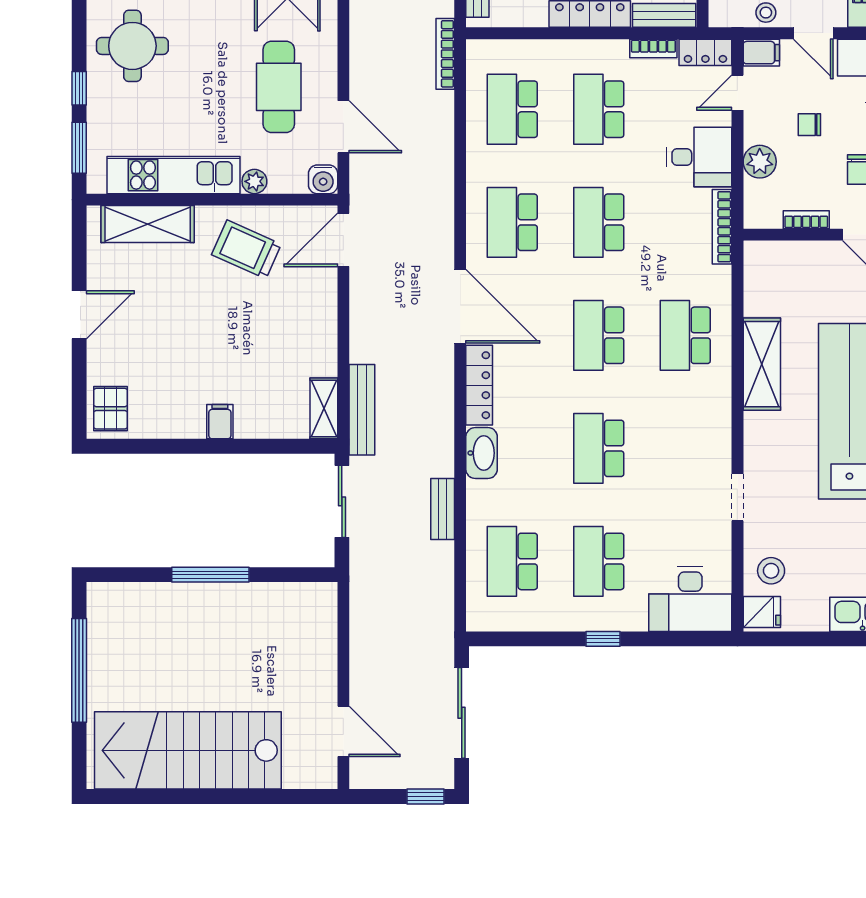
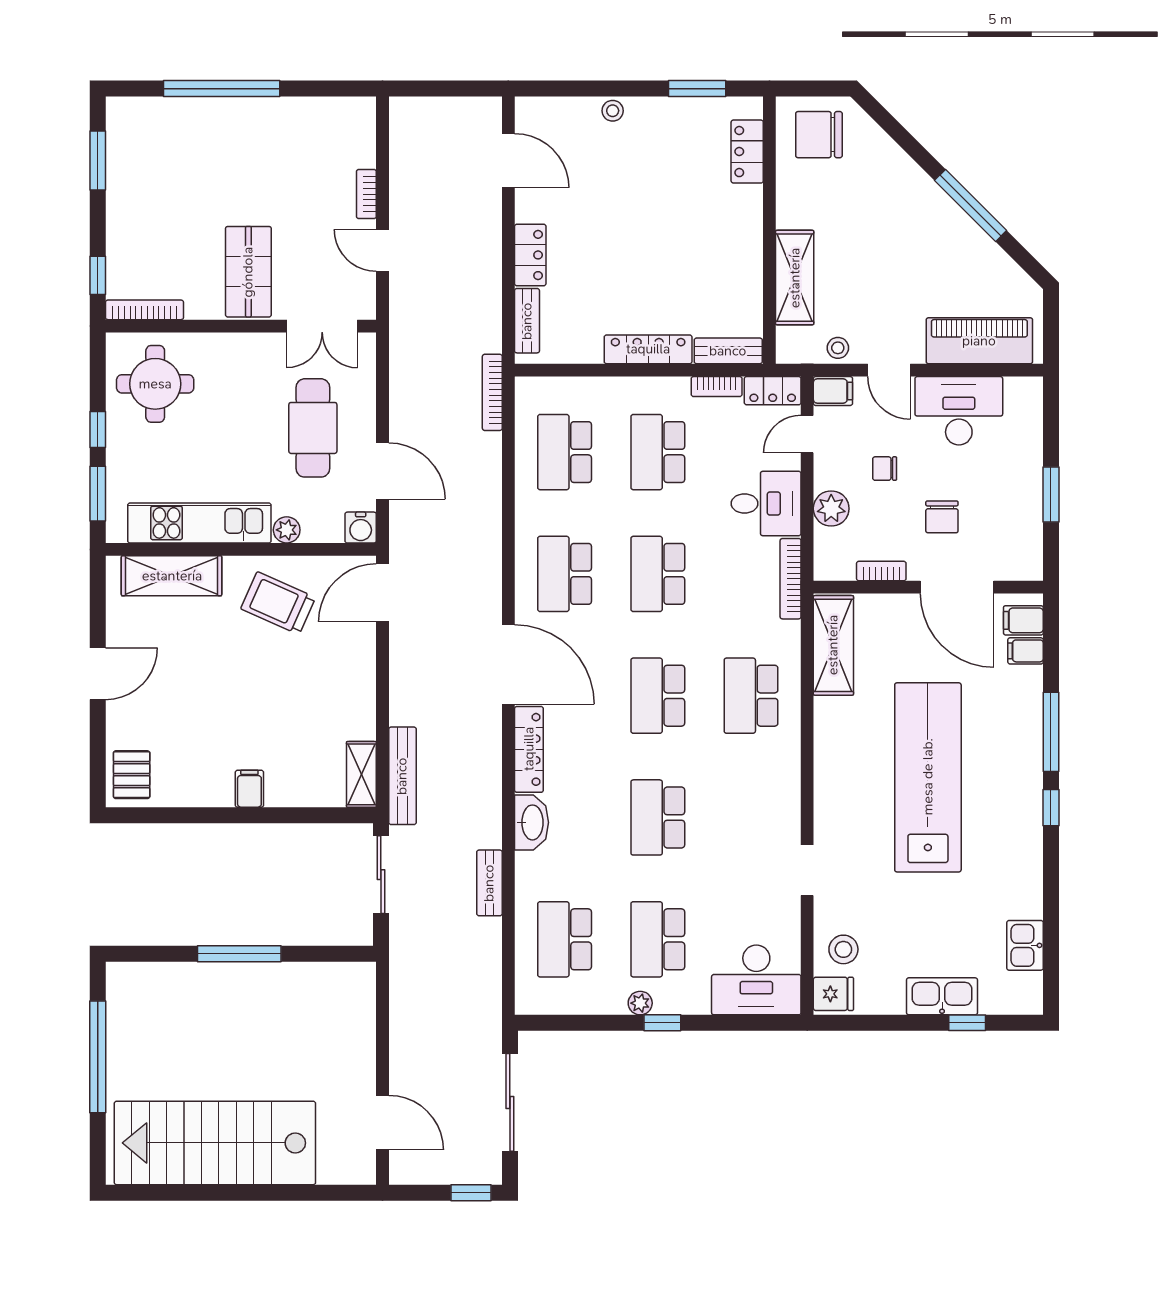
shelving: (762, 364) -> (833, 645), moved
plant: (582, 621) -> (640, 1003), added

